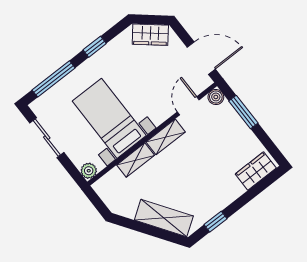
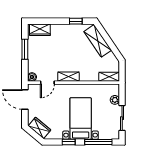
window: (243, 112) -> (25, 49), moved
bed with nightstands: (109, 118) -> (81, 118), moved, turned 180
shelving: (136, 160) -> (109, 77), moved
plant: (89, 171) -> (115, 100), moved

